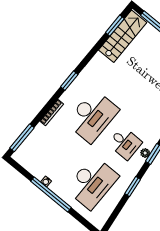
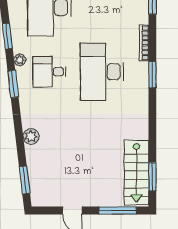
window: (69, 81) -> (152, 75), moved
plant: (145, 153) -> (20, 60), moved

